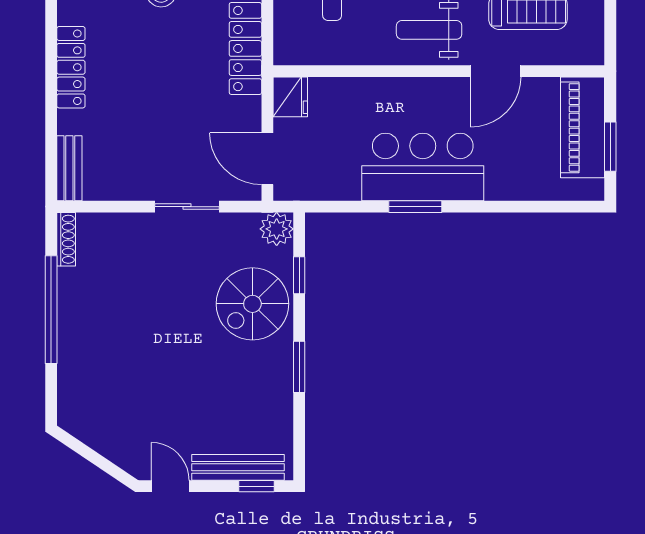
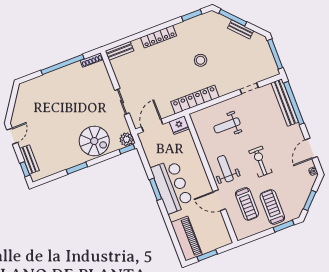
piano: (583, 127) -> (186, 238), moved, turned 90
window: (299, 275) -> (127, 149), moved
spiral stairs: (252, 304) -> (94, 141), turned 180
bench: (238, 467) -> (29, 159), width x0.73

